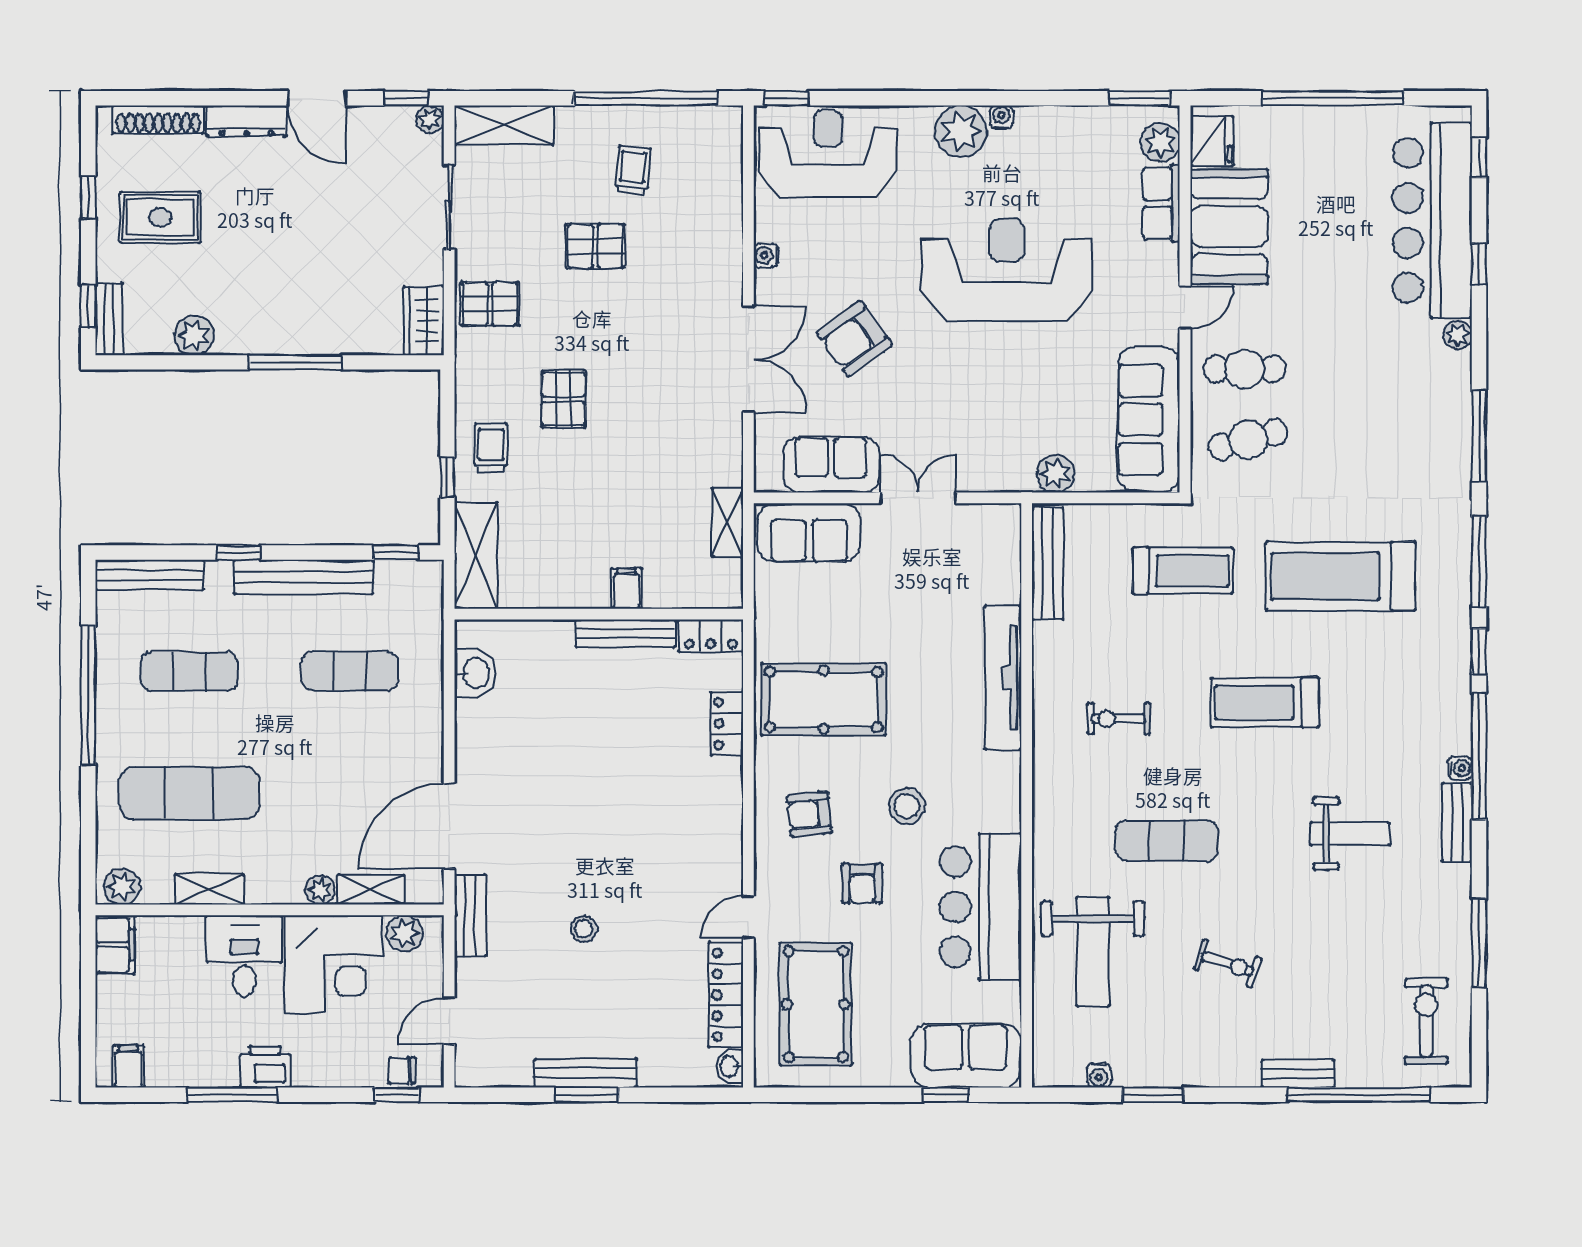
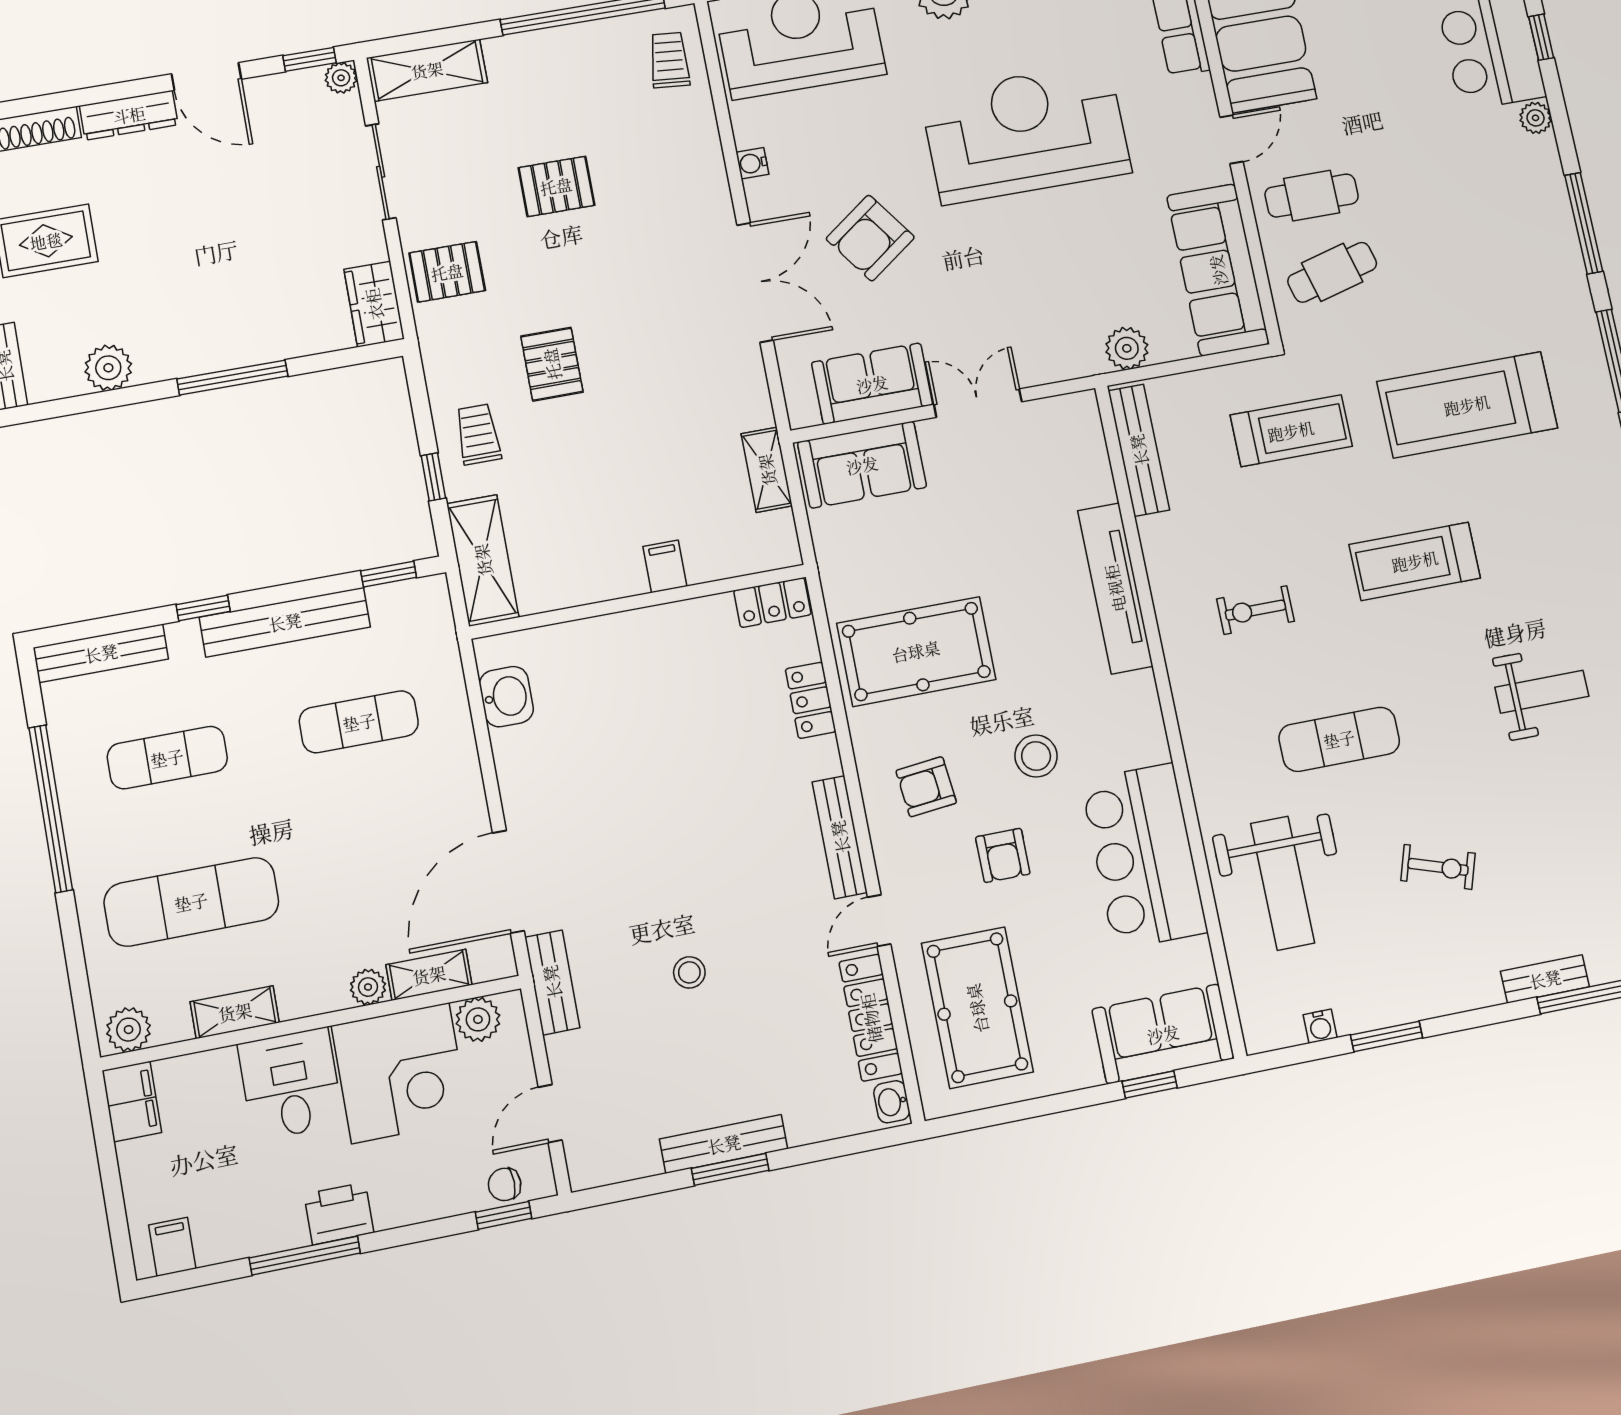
trolley: (633, 170) -> (669, 60), moved
bench: (625, 633) -> (840, 837), moved, turned 90

